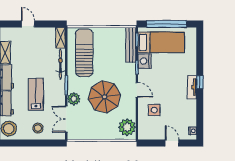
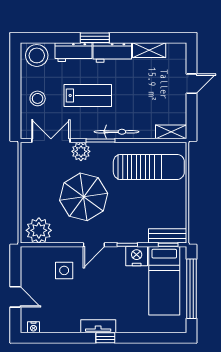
bench: (131, 45) -> (168, 236), width x0.73
bicycle: (60, 64) -> (117, 132), moved
door: (172, 143) -> (15, 297), hinge flipped

